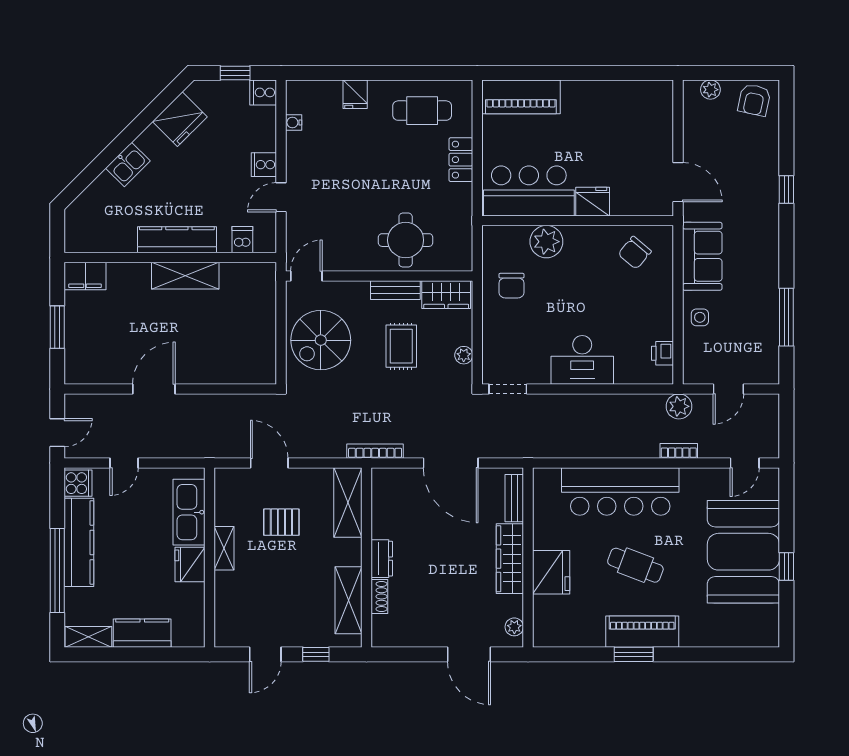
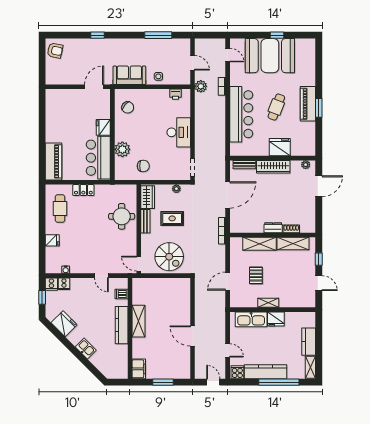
plant: (710, 90) -> (50, 71), removed
cooker: (264, 165) -> (64, 284), moved
shelving: (348, 502) -> (260, 244), moved

